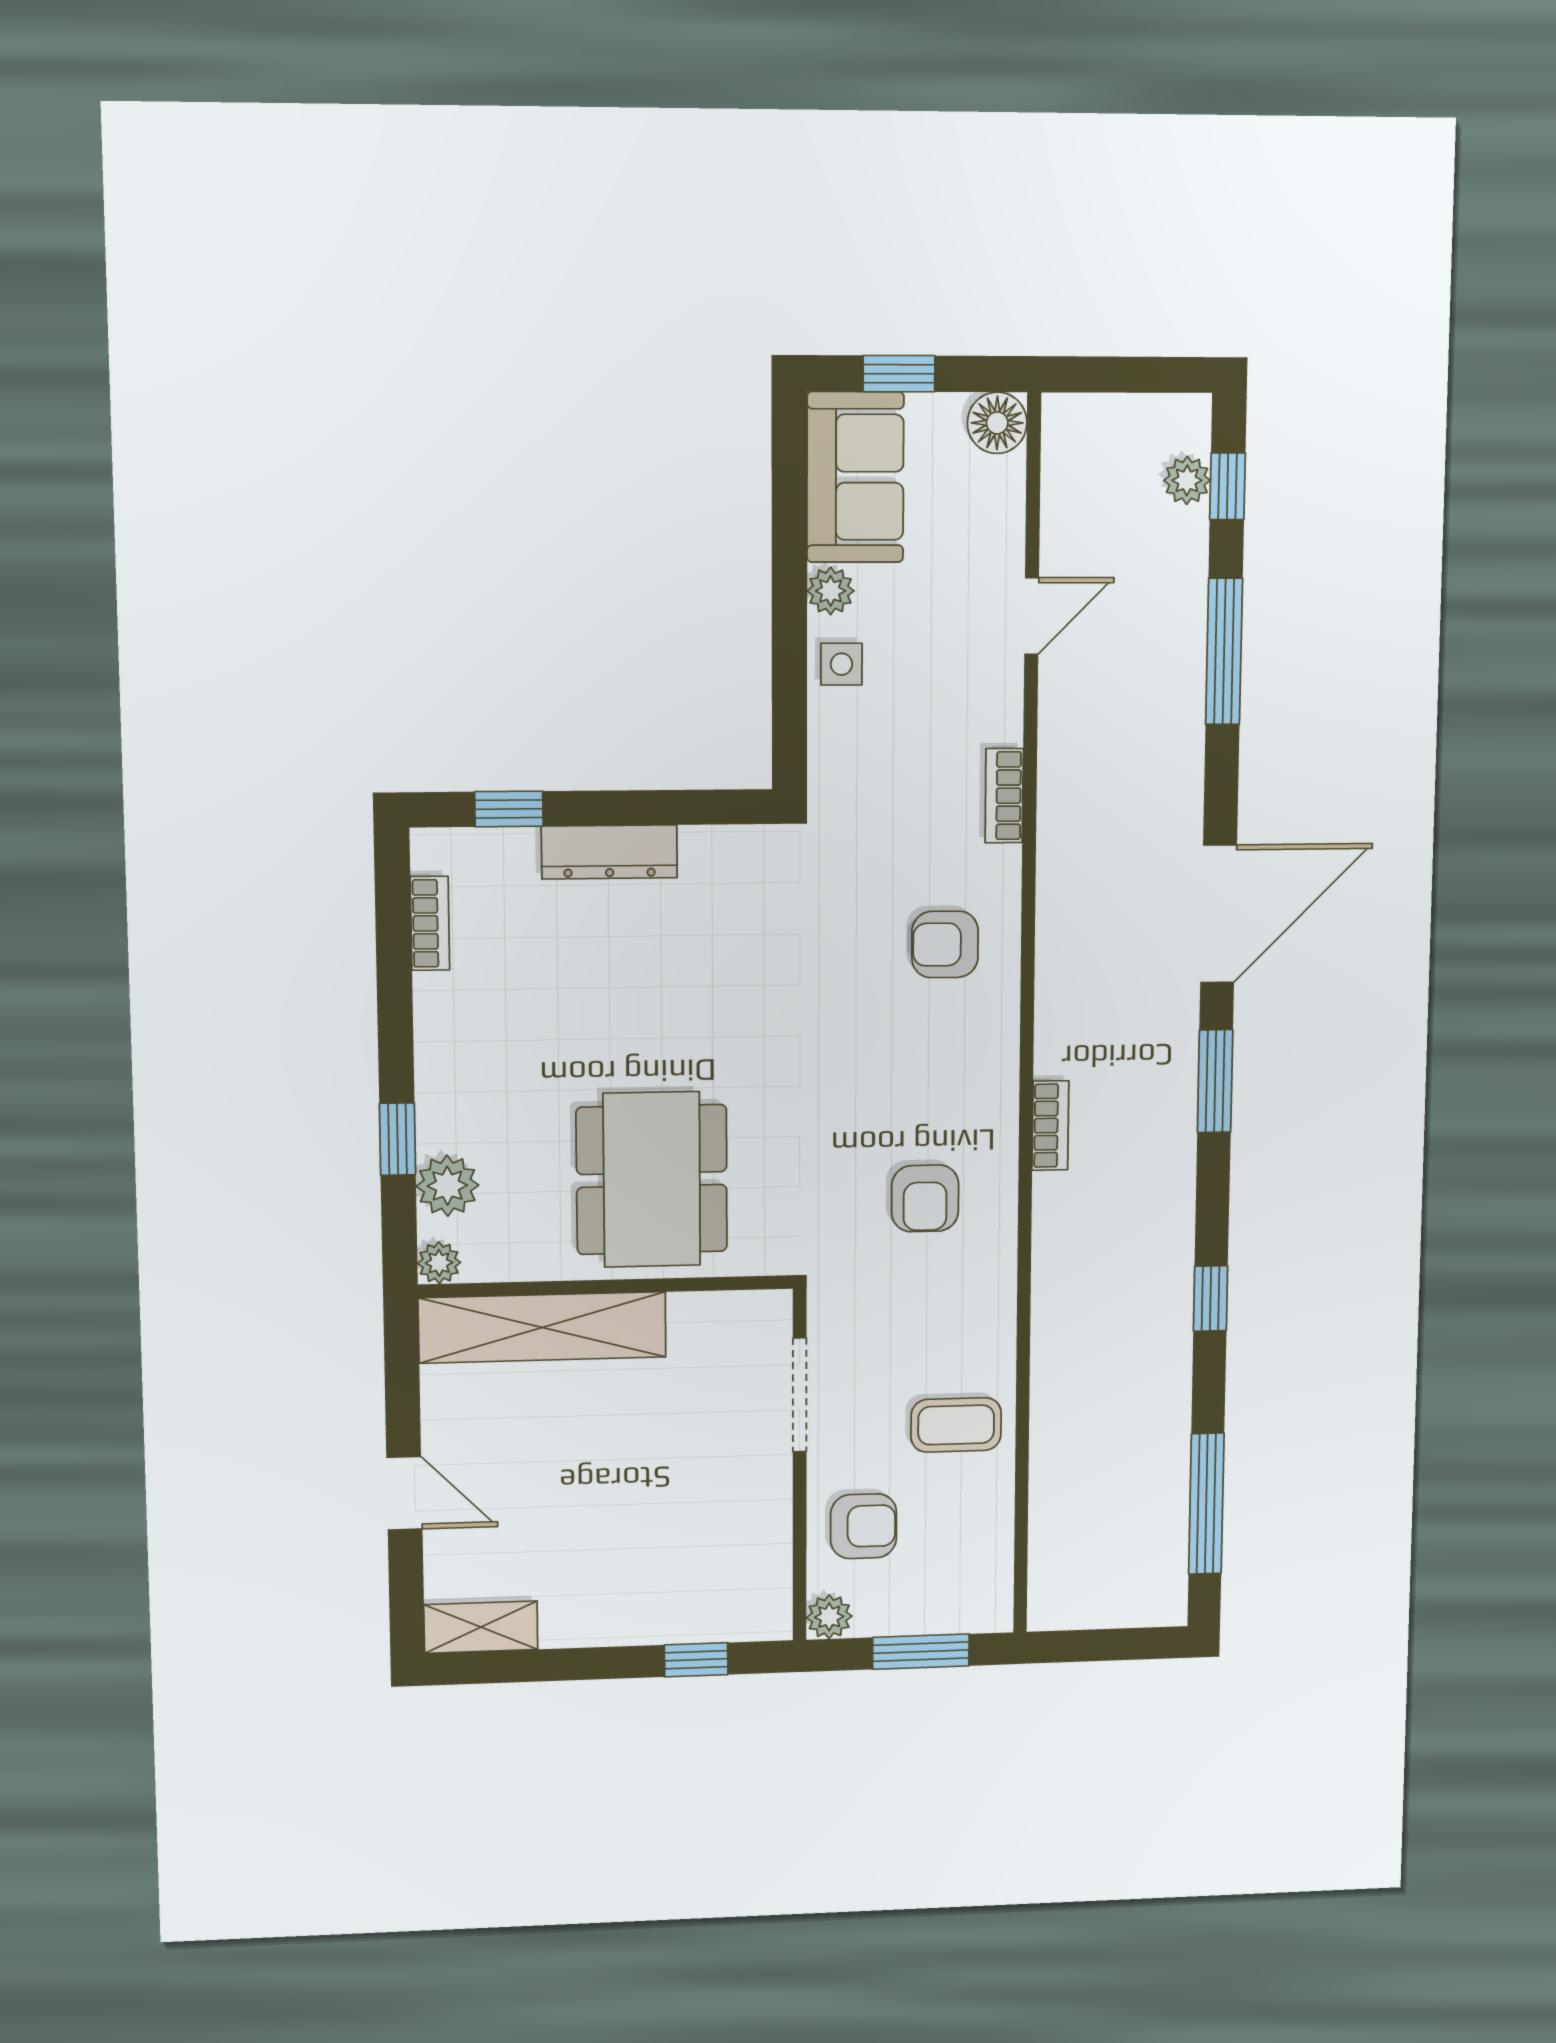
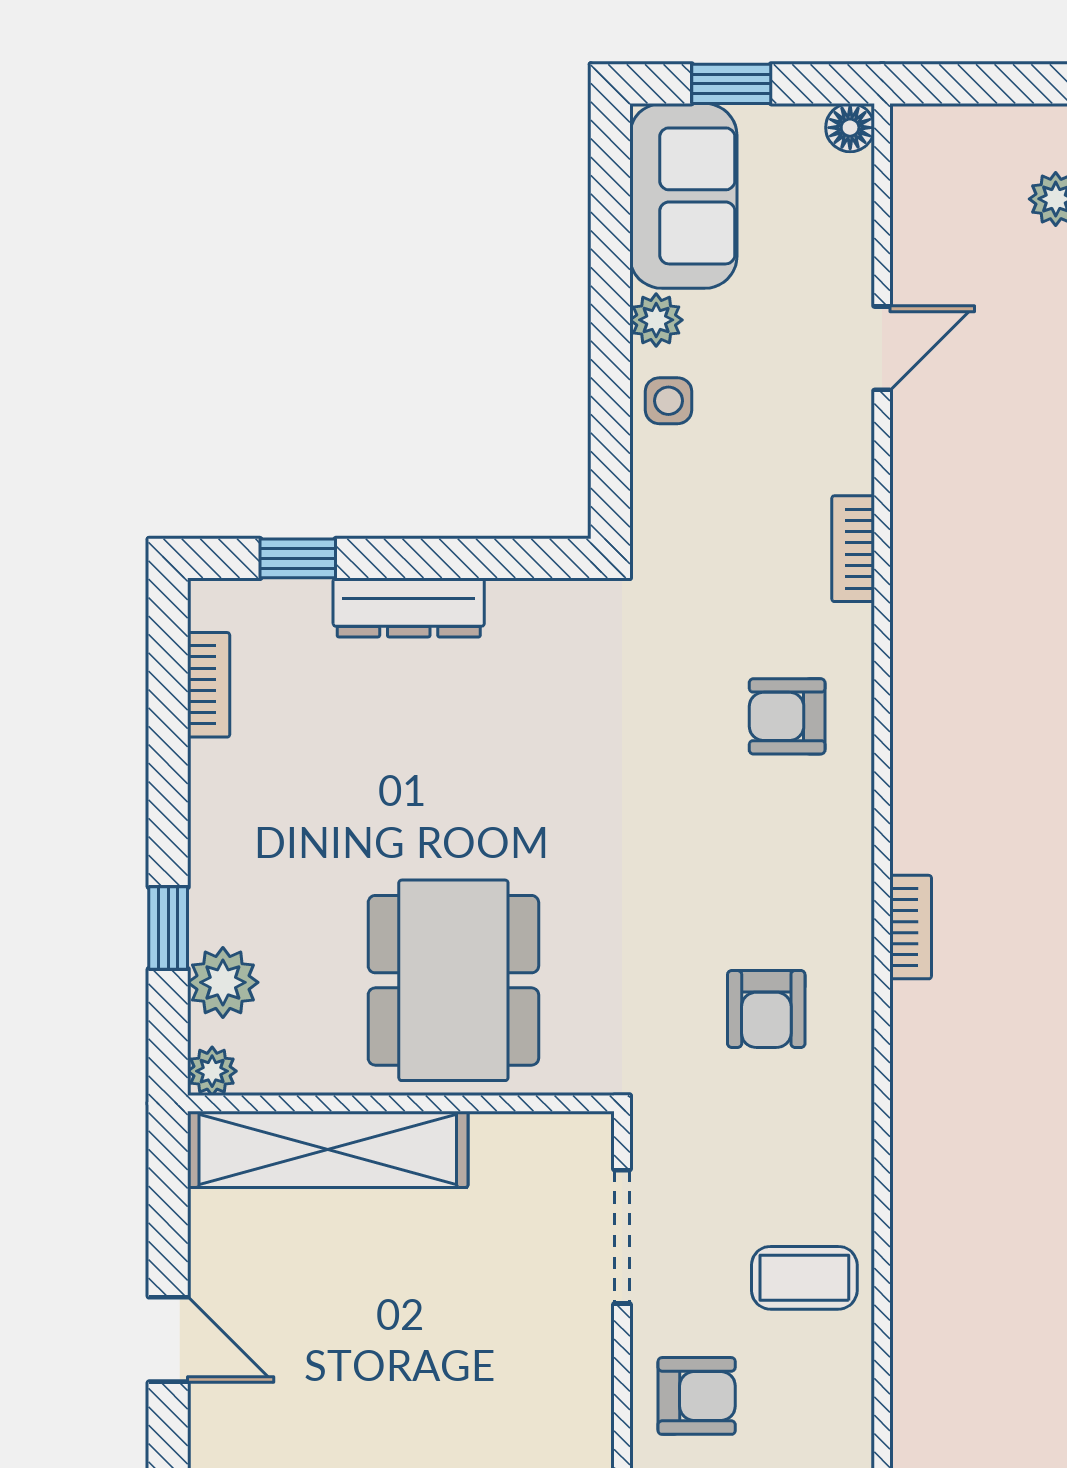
floor lamp: (997, 423) -> (850, 128), width x0.73, depth x0.73

